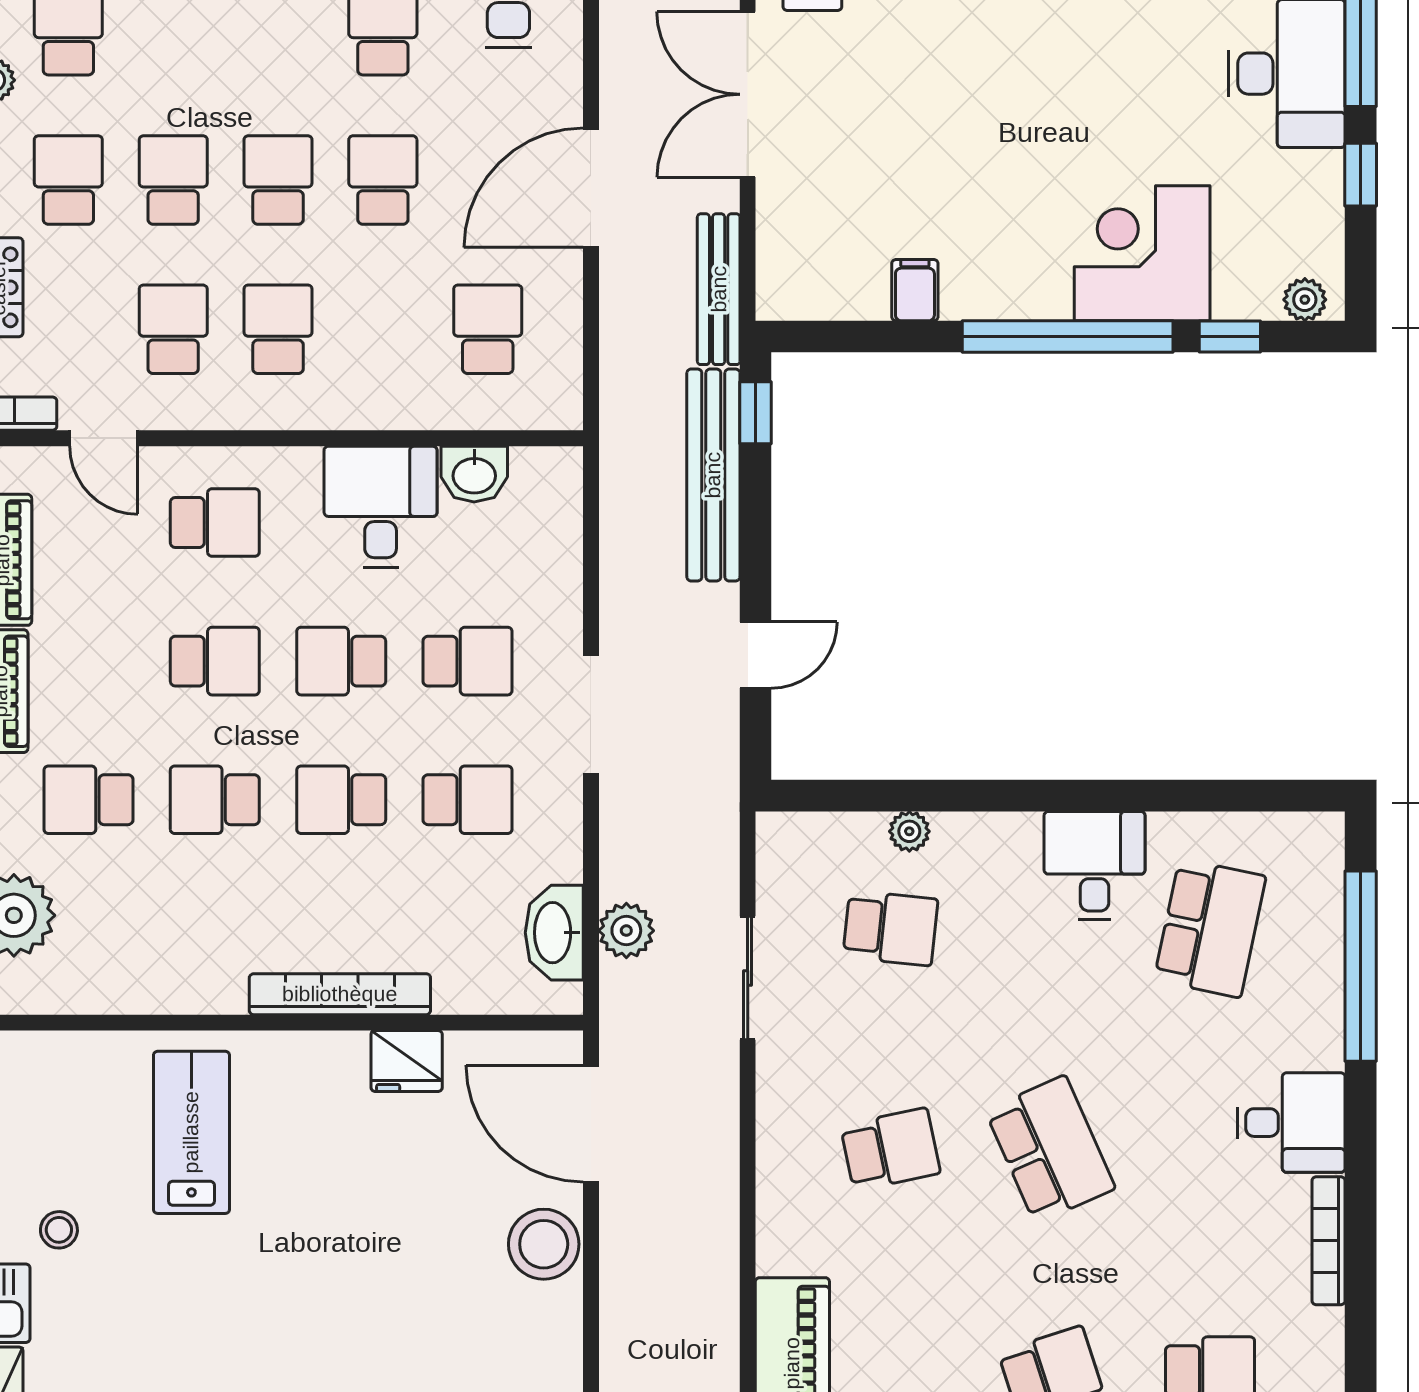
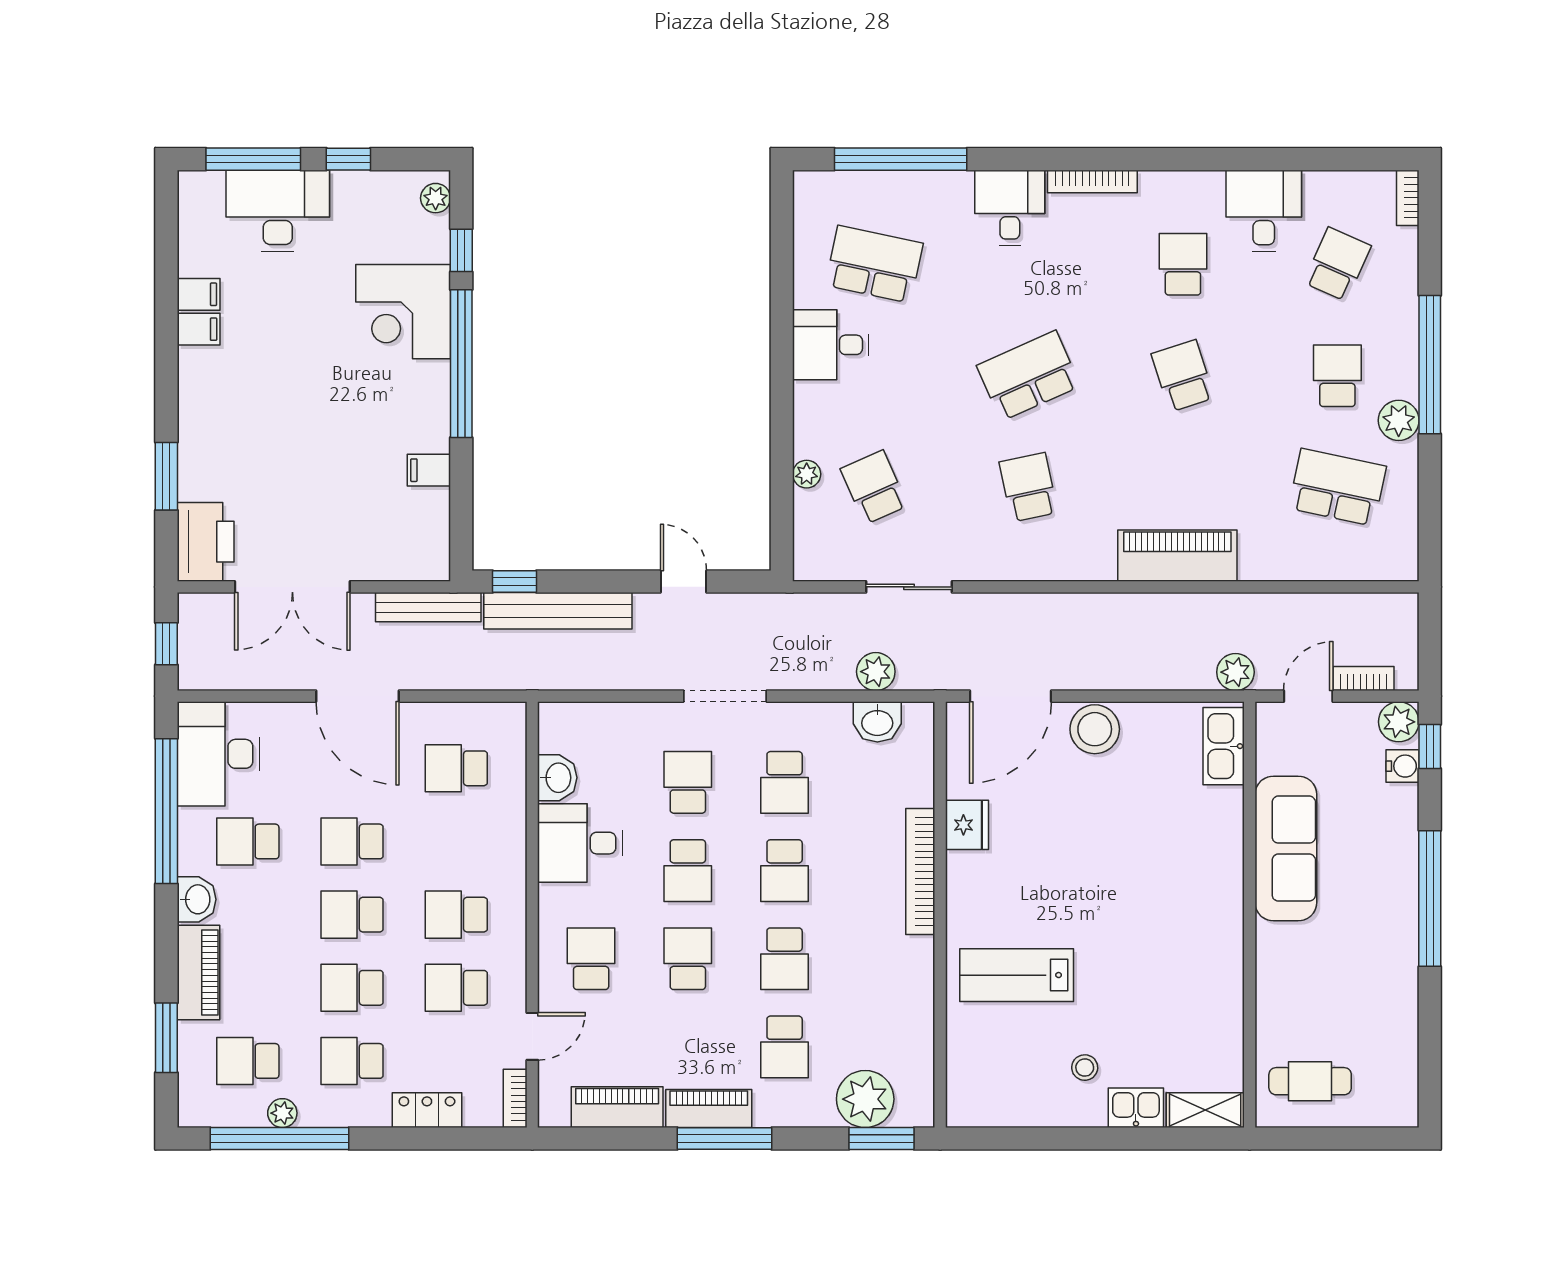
school desk: (468, 800) -> (785, 782), turned 180
school desk: (890, 928) -> (874, 487), turned -30
washbasin: (554, 933) -> (877, 722), width x0.72

